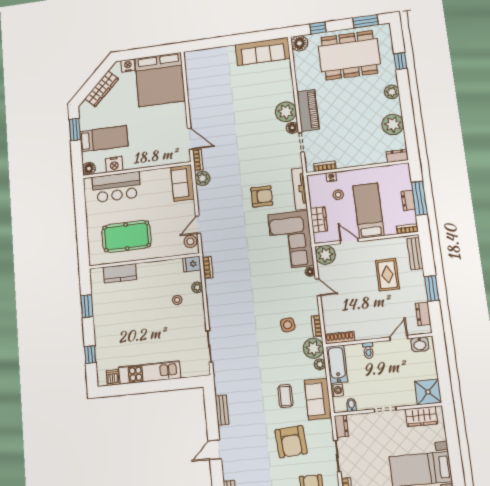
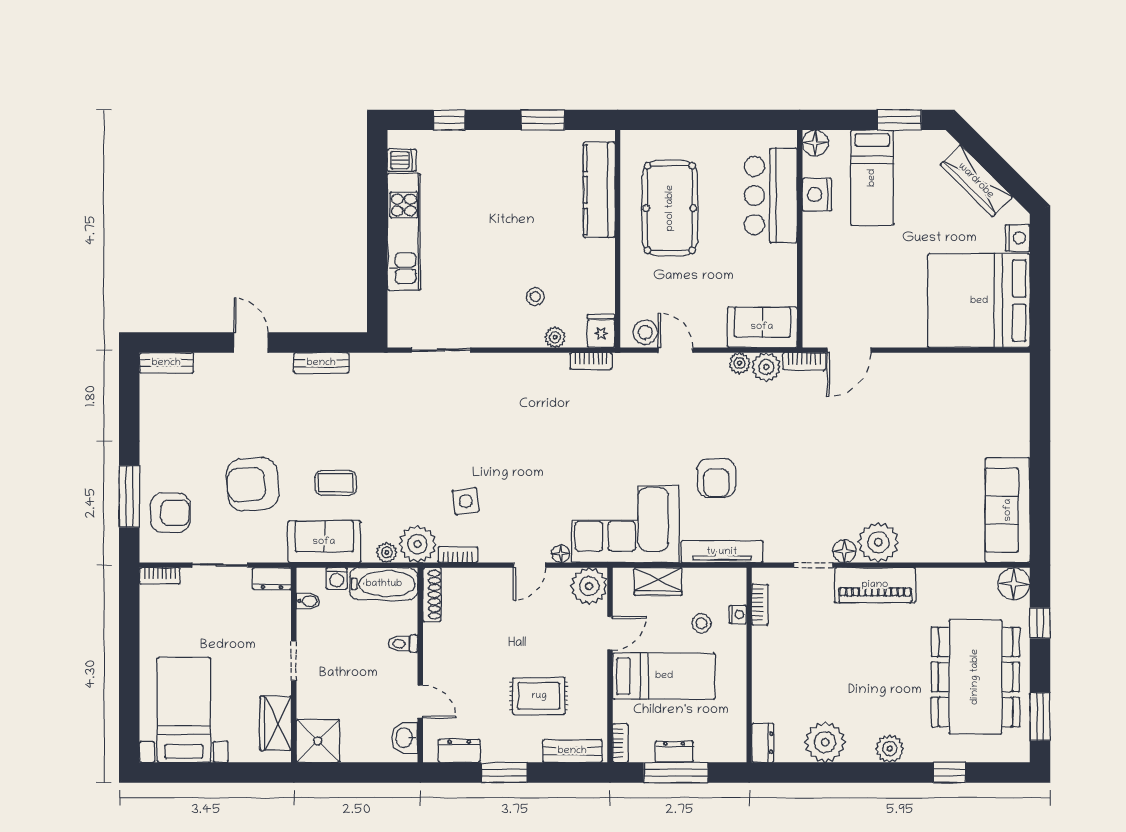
plant: (202, 192) -> (739, 363), added
kitchen counter: (120, 273) -> (599, 190), width x1.50

